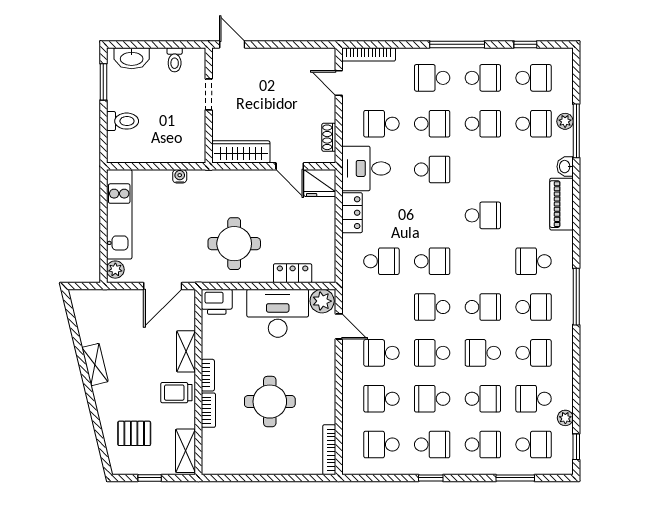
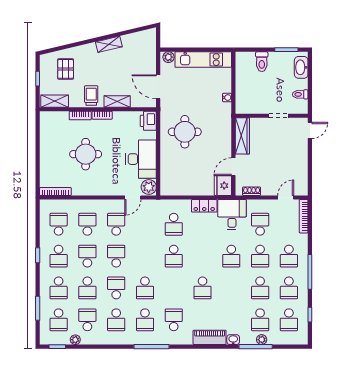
school desk: (432, 78) -> (289, 256), turned 180
locker: (293, 273) -> (166, 168), removed
school desk: (432, 307) -> (145, 256), removed

